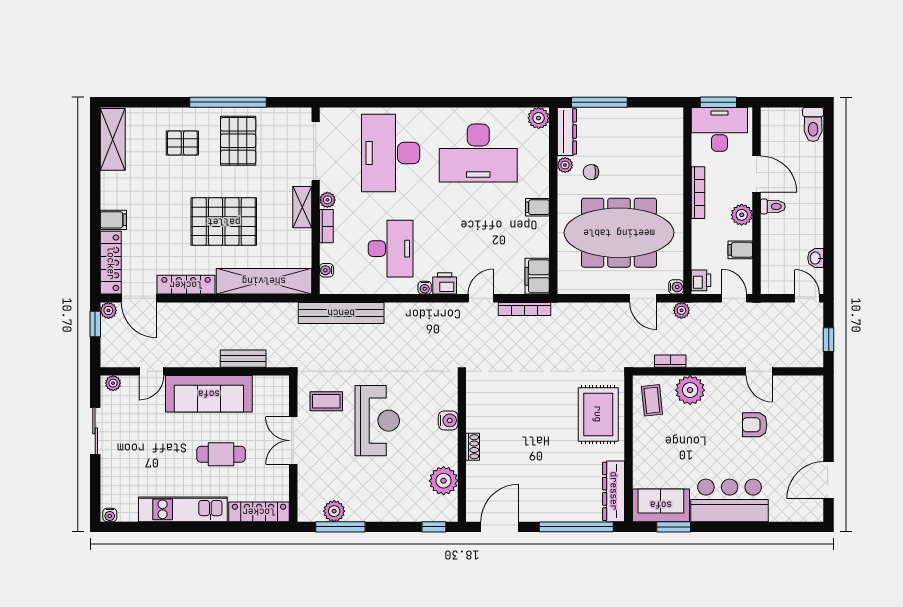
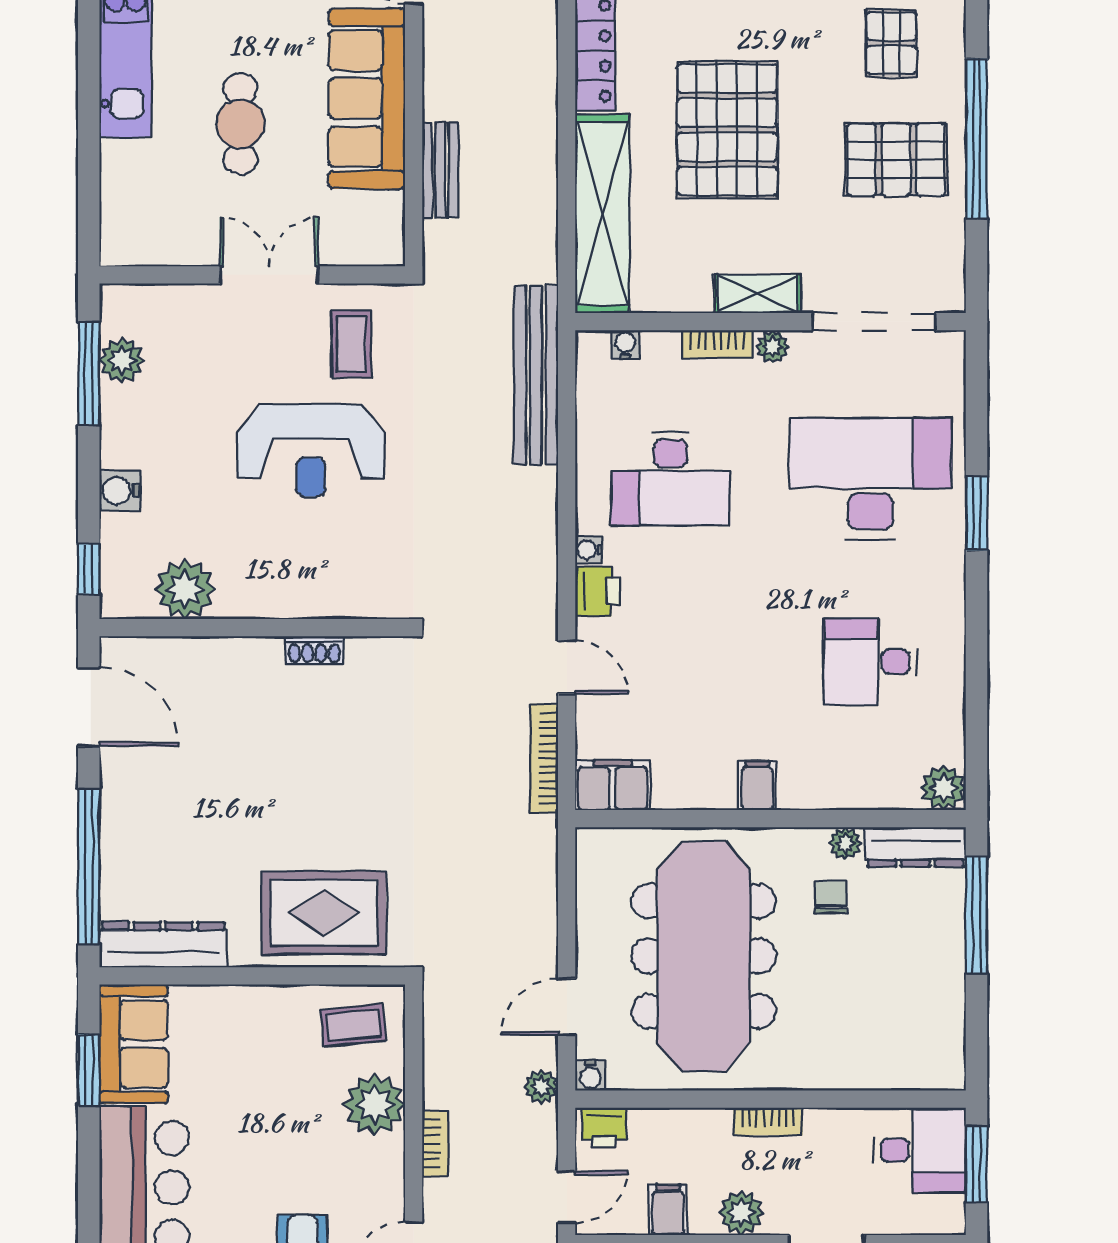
window: (407, 102) -> (977, 513), added
desk: (719, 129) -> (920, 1150), width x0.73
desk: (478, 153) -> (870, 662), width x0.53, depth x0.77
bookcase: (698, 193) -> (768, 1121), width x0.64
bookcase: (670, 361) -> (435, 1143), moved
water cooler: (448, 420) -> (120, 491), moved, turned 90
shoe rack: (473, 447) -> (314, 650), moved
locker: (259, 512) -> (120, 203), removed

